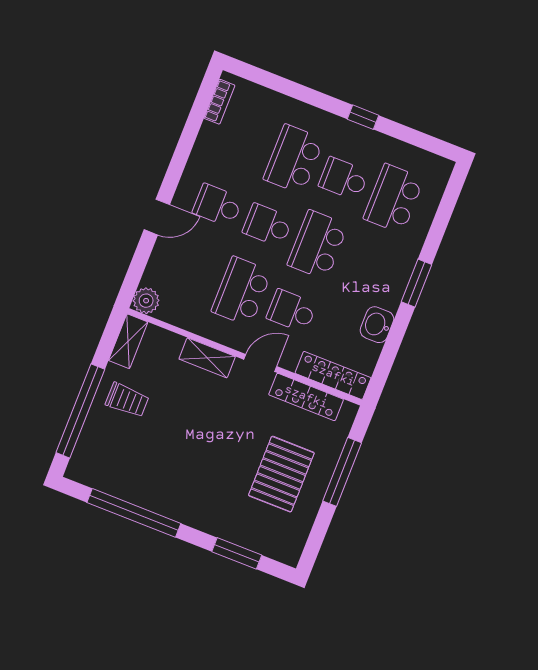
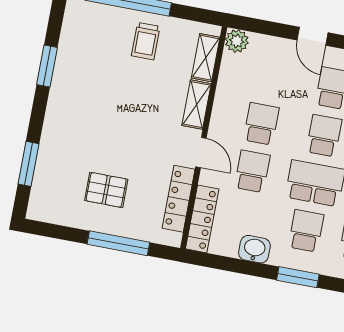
school desk: (368, 265) -> (306, 231), added
school desk: (242, 291) -> (261, 124), width x0.54
shelving: (128, 341) -> (206, 58), moved, turned 90
pallet: (281, 474) -> (106, 190), width x0.67, depth x0.71
window: (134, 513) -> (47, 66), width x0.47

